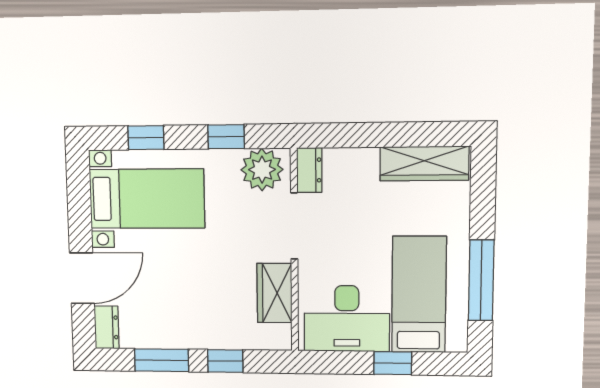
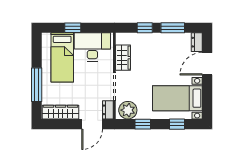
door: (347, 135) -> (92, 124), added
window: (481, 280) -> (37, 85), moved

